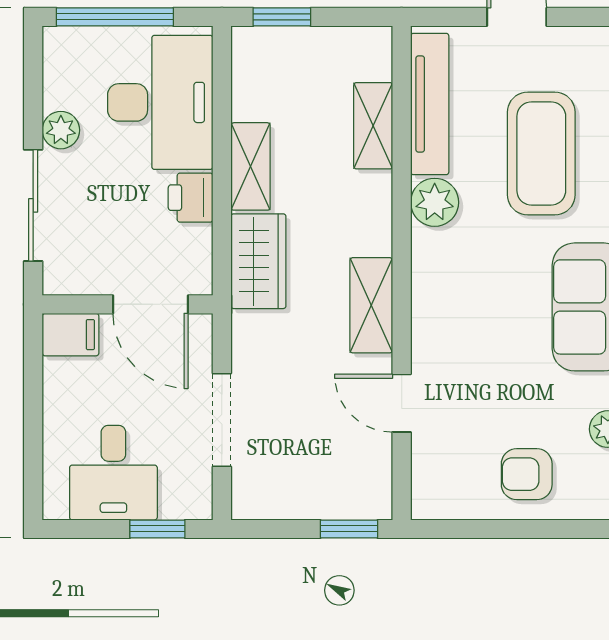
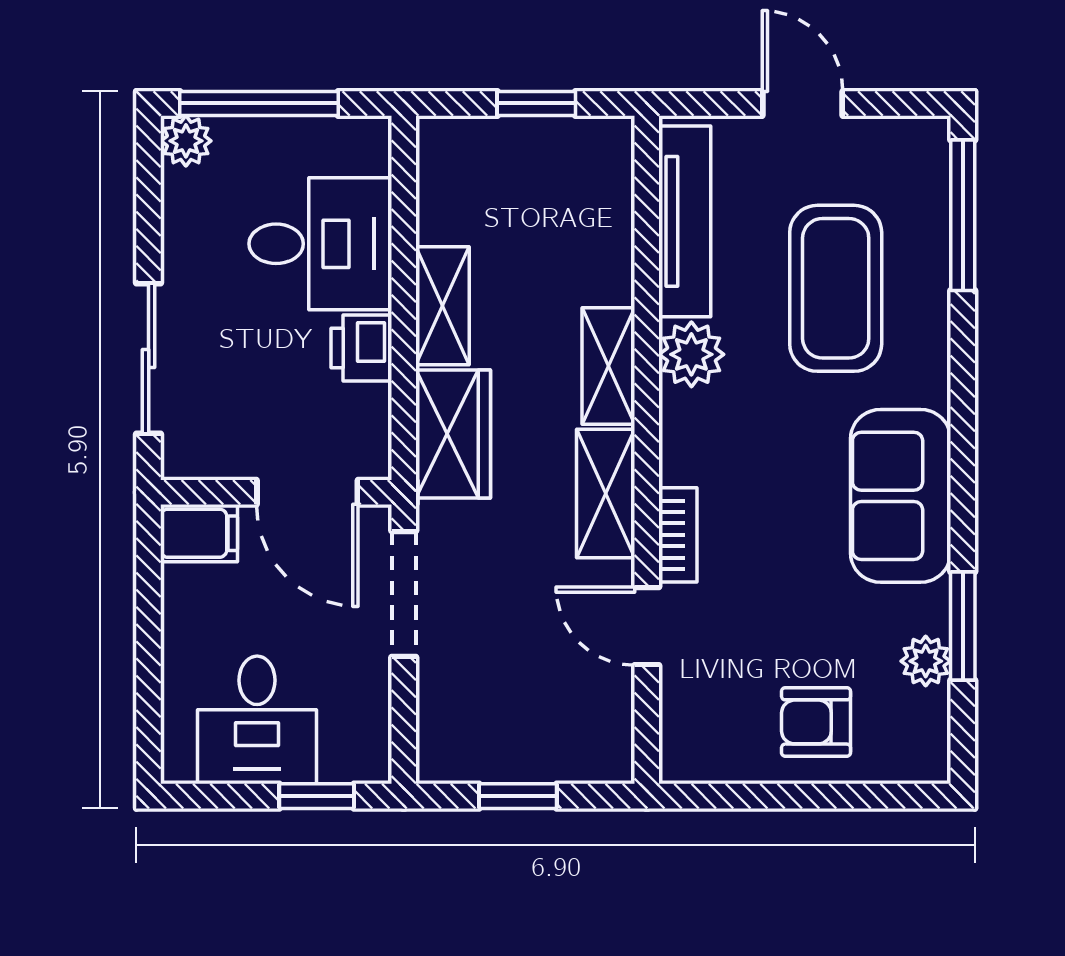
window: (282, 17) -> (536, 103), moved
desk: (160, 102) -> (320, 244), width x0.73
shelving: (373, 126) -> (608, 366), moved
plant: (61, 130) -> (186, 141), moved
bookcase: (425, 336) -> (678, 535), added
doorway: (222, 420) -> (404, 594), moved
window: (349, 529) -> (518, 796), moved

